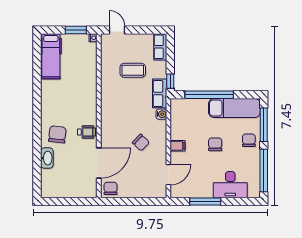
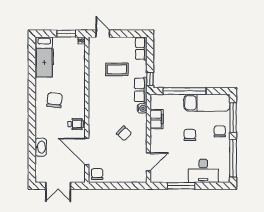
chair: (57, 134) -> (54, 100), moved
filing cabinet: (178, 146) -> (157, 119), moved, width x2.00
door: (99, 163) -> (87, 151), swing flipped
double door: (67, 202) -> (58, 186), added

